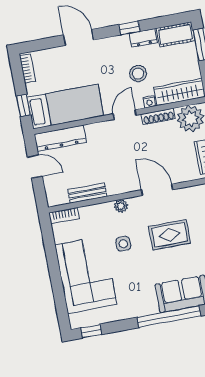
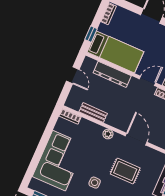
dresser: (60, 138) -> (112, 74), moved
side table: (123, 244) -> (95, 183), moved

